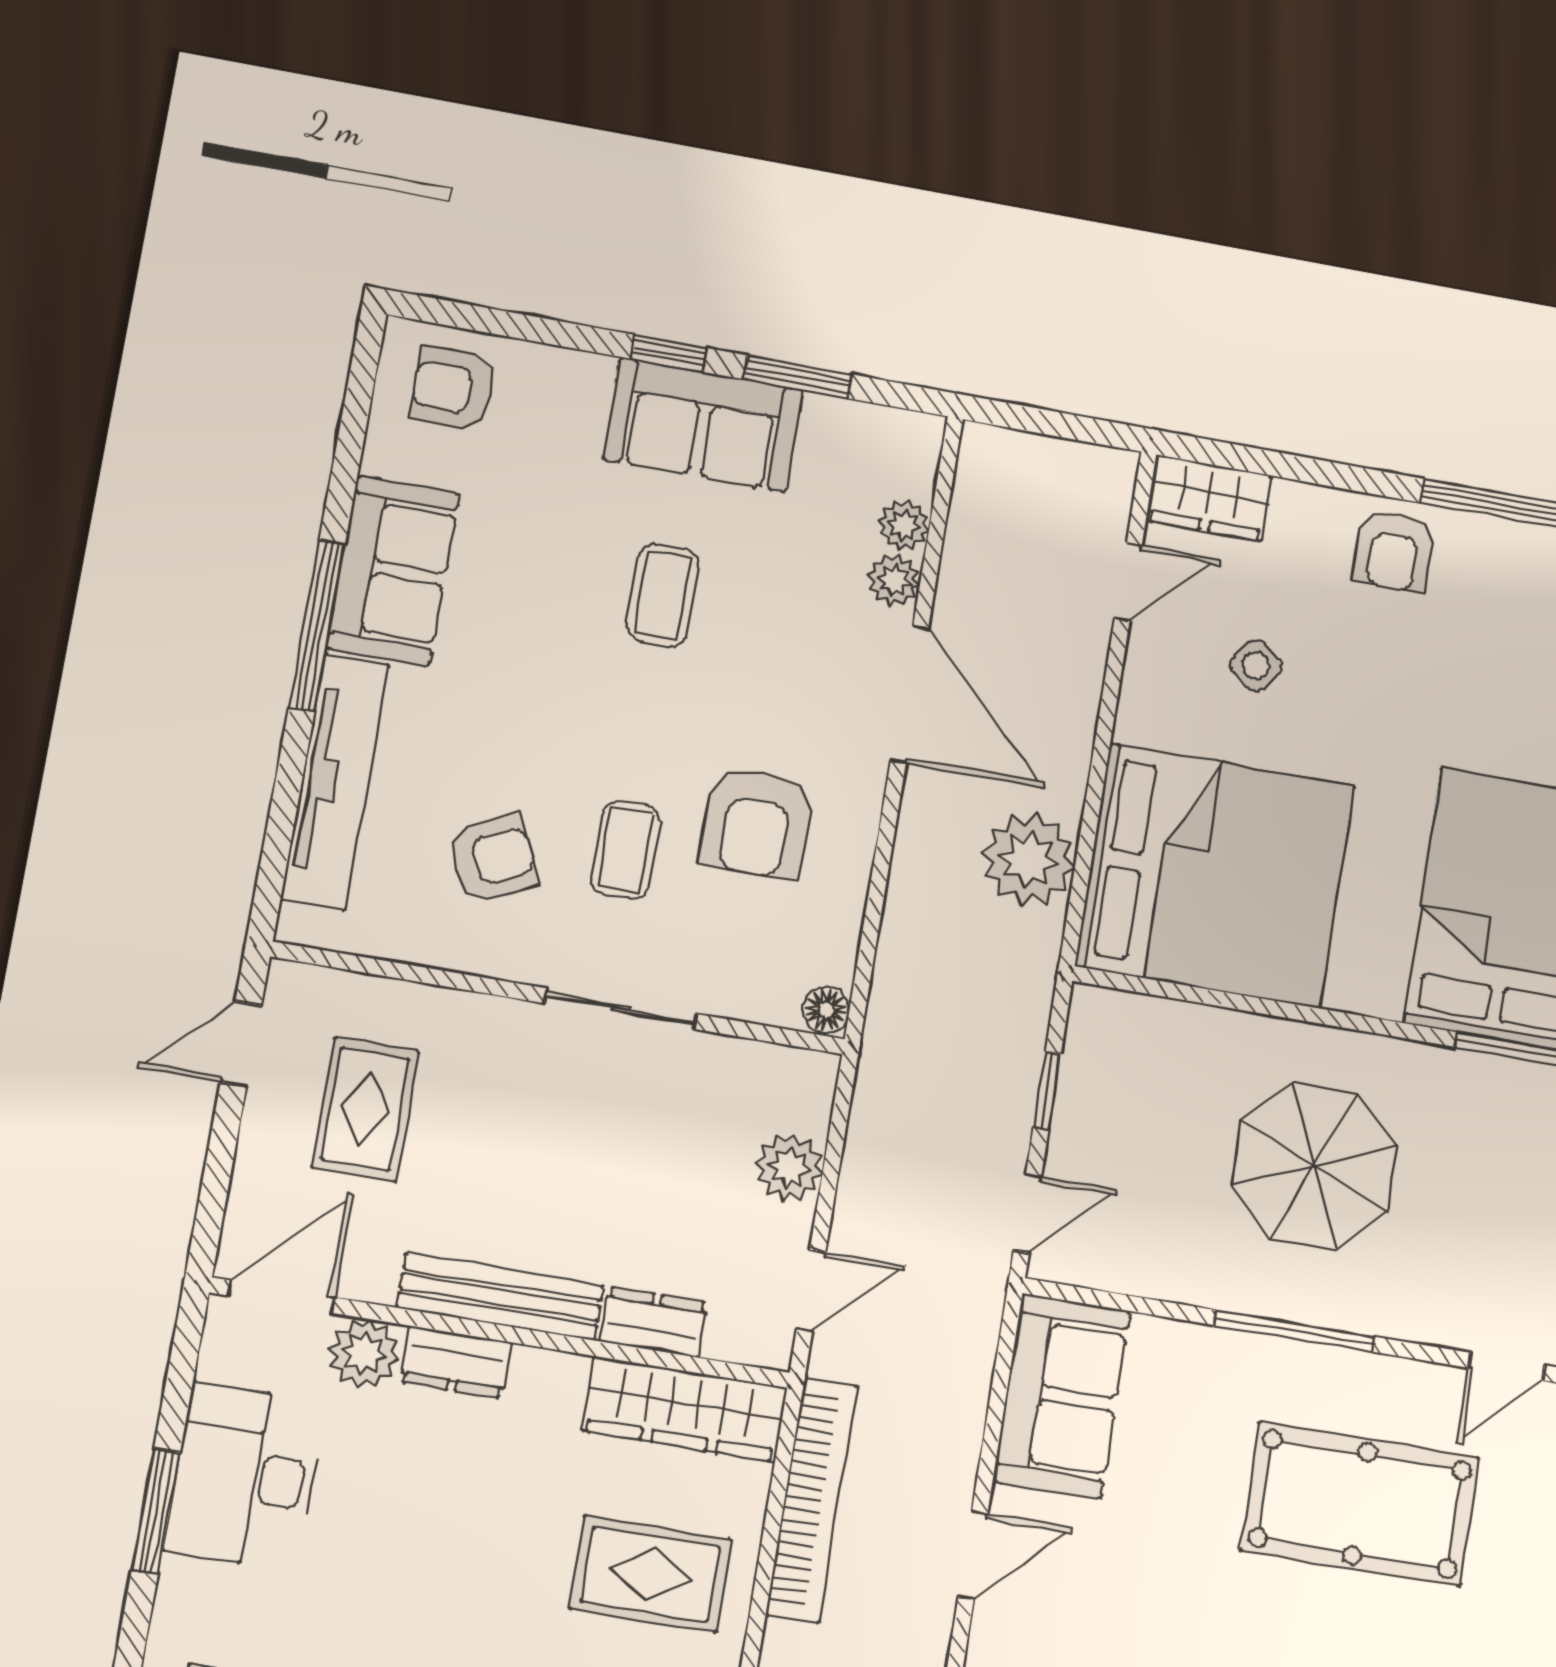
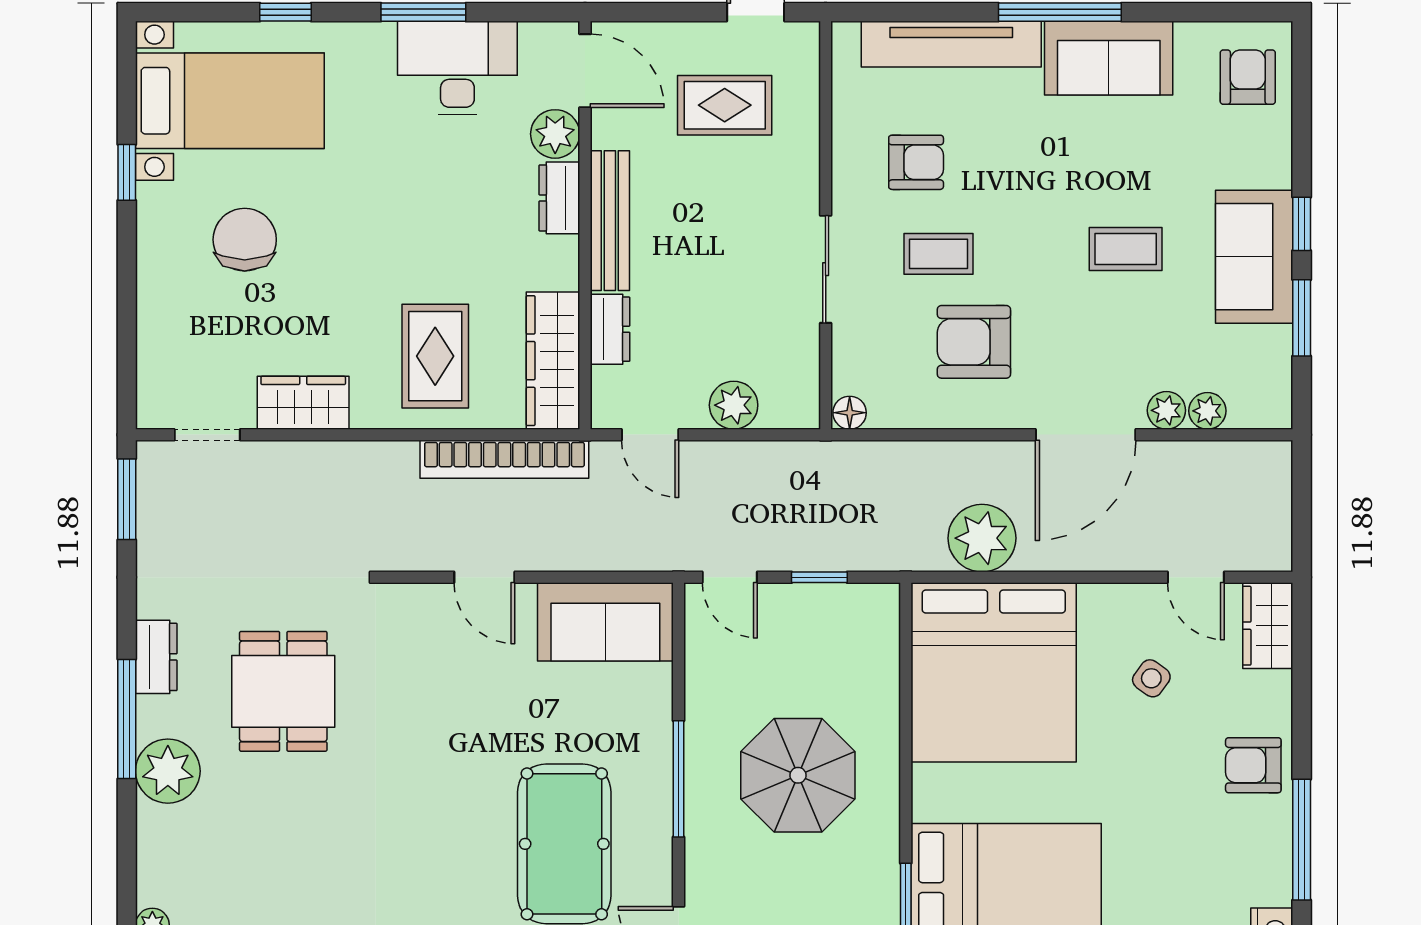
armchair: (492, 859) -> (916, 162), turned -64

